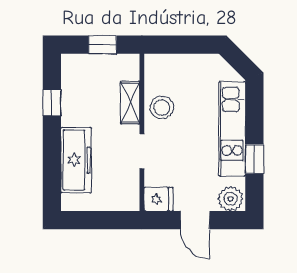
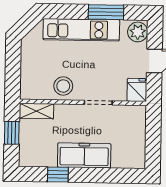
shelving: (130, 103) -> (36, 111), moved
window: (254, 159) -> (106, 12), width x1.50
freezer: (76, 160) -> (84, 155), moved

